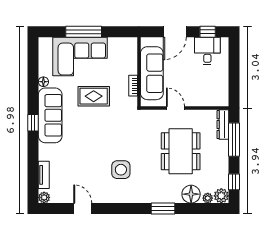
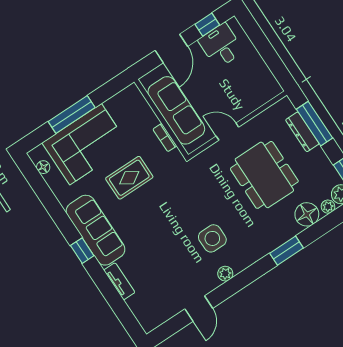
floor lamp: (43, 82) -> (43, 167), moved
dresser: (223, 125) -> (302, 132), moved
tv unit: (44, 175) -> (119, 281), moved
plant: (44, 197) -> (225, 274), moved
door: (83, 209) -> (199, 309), swing flipped

